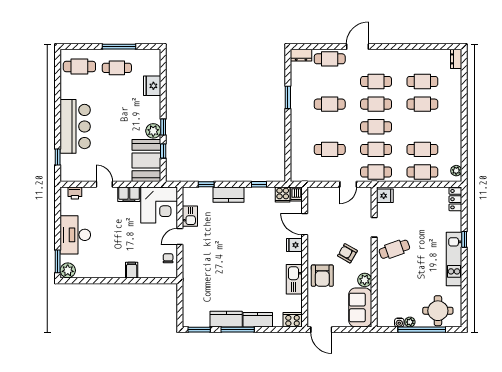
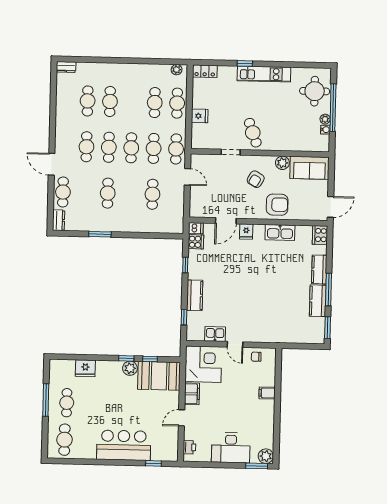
fridge: (385, 196) -> (200, 116), moved, turned 90

